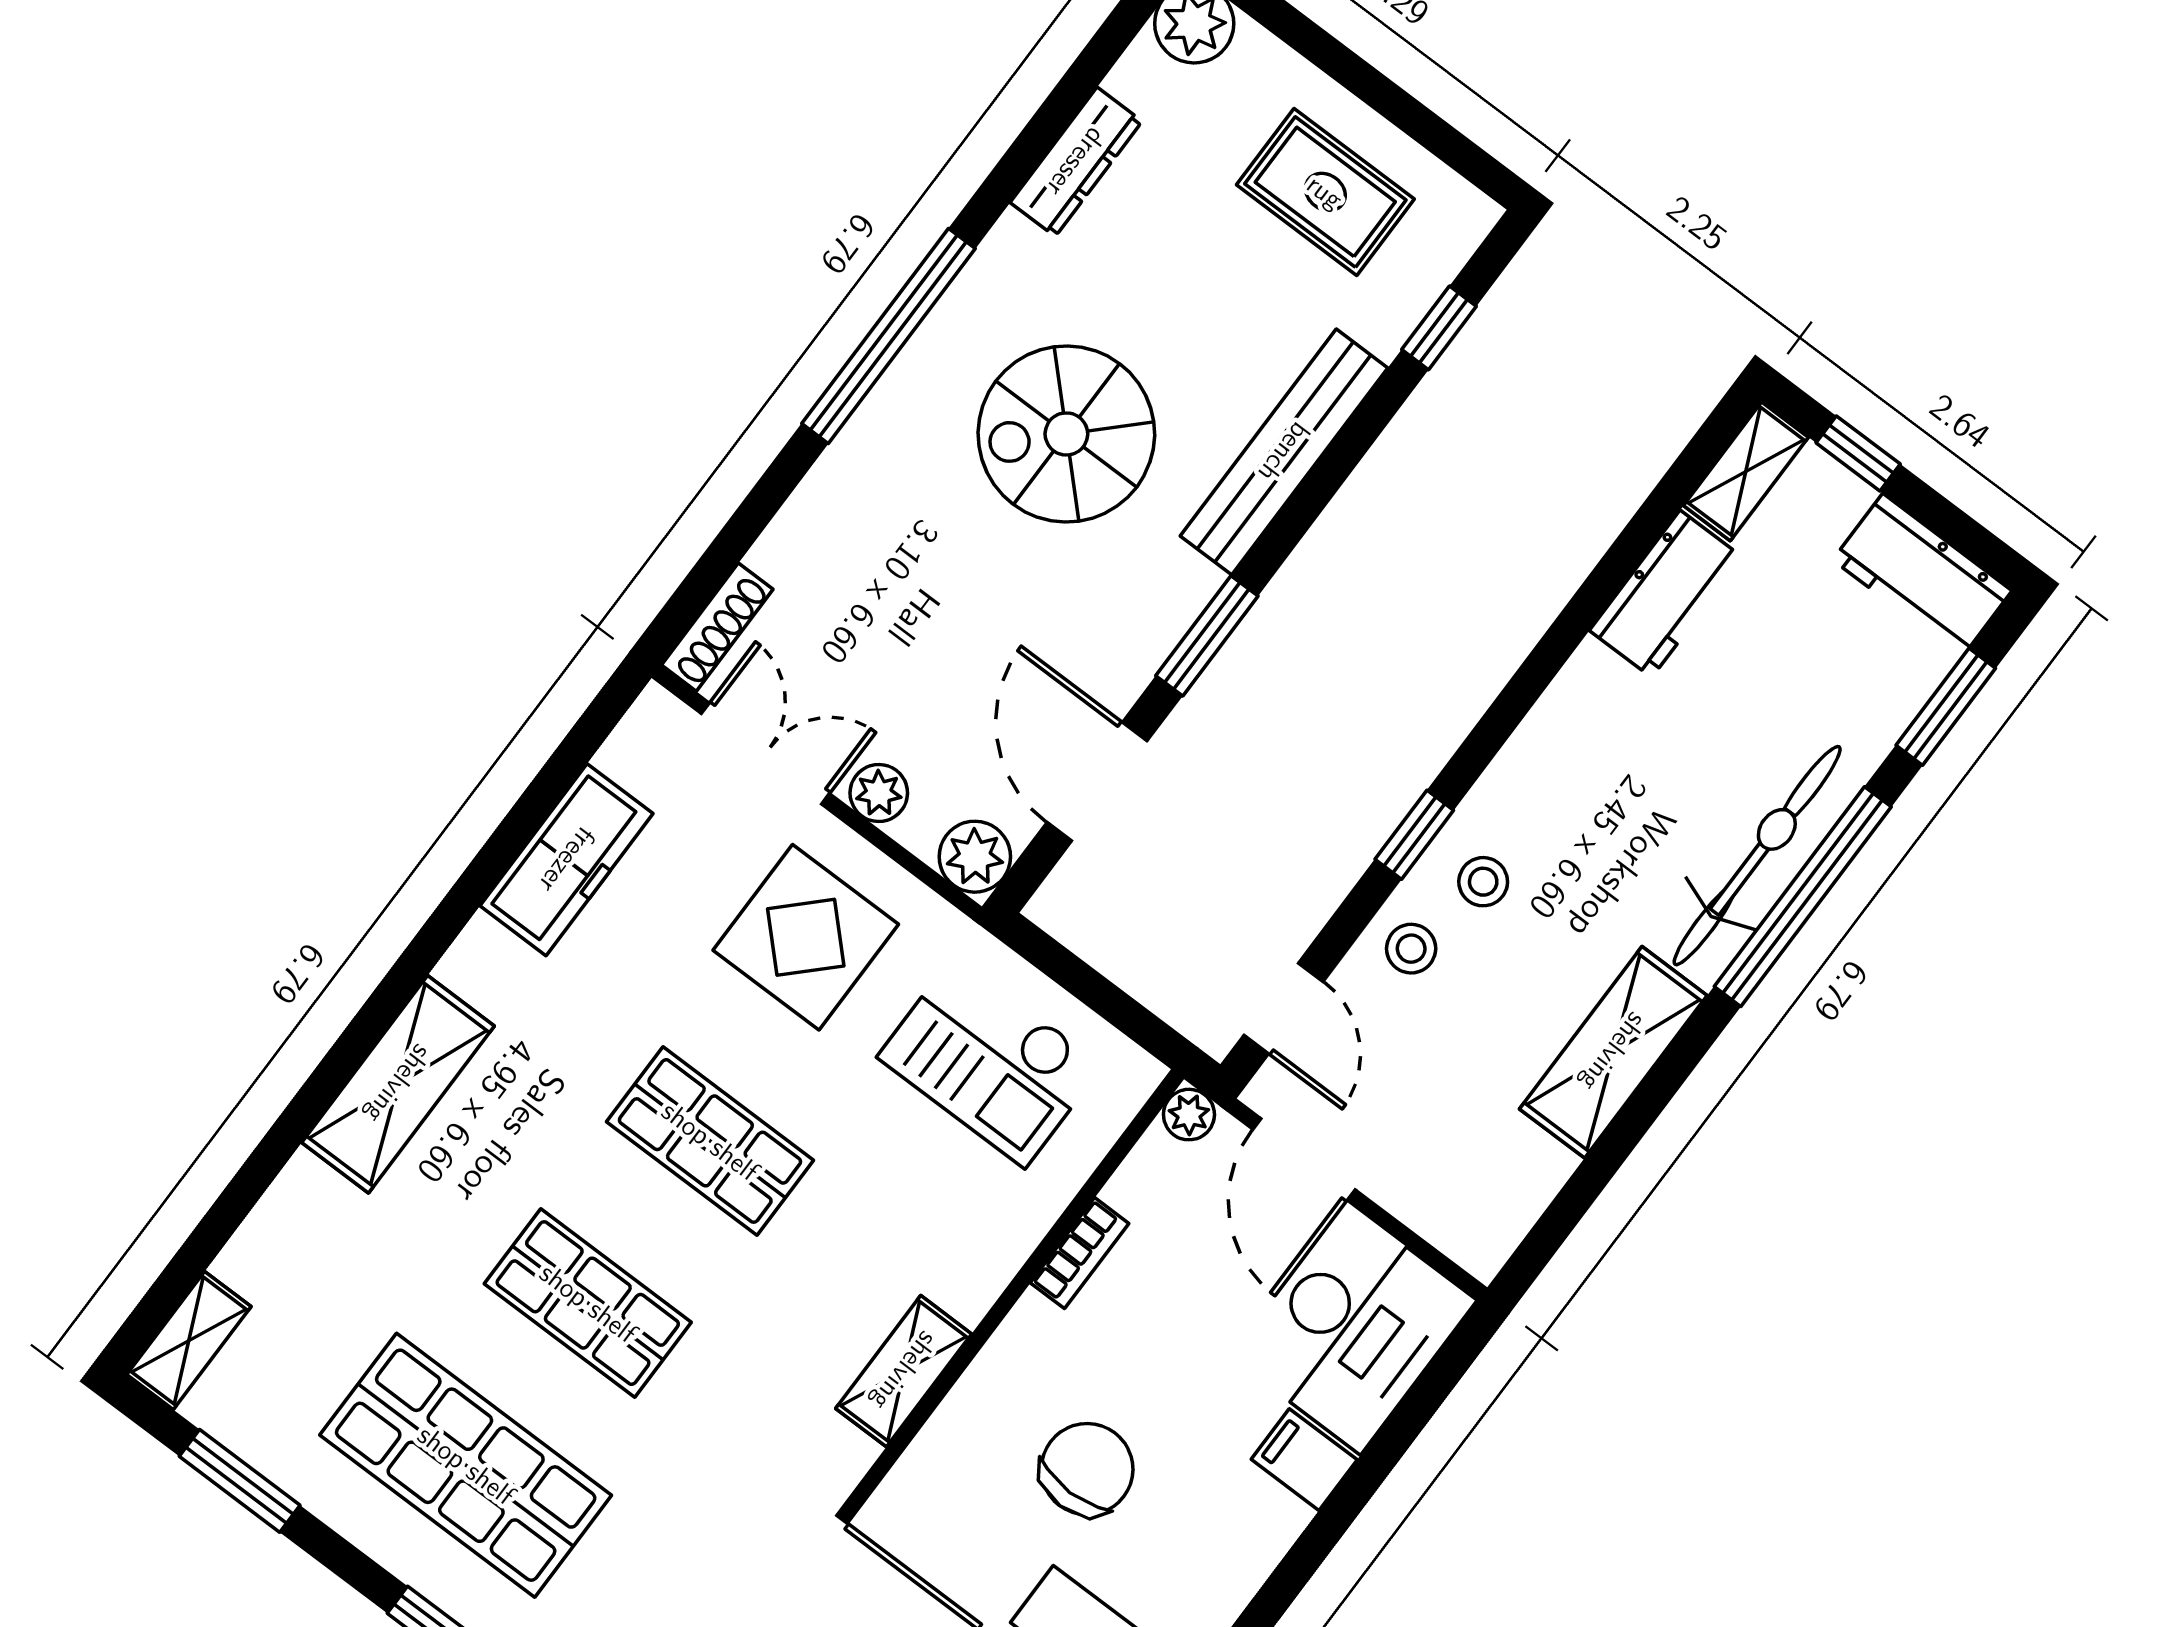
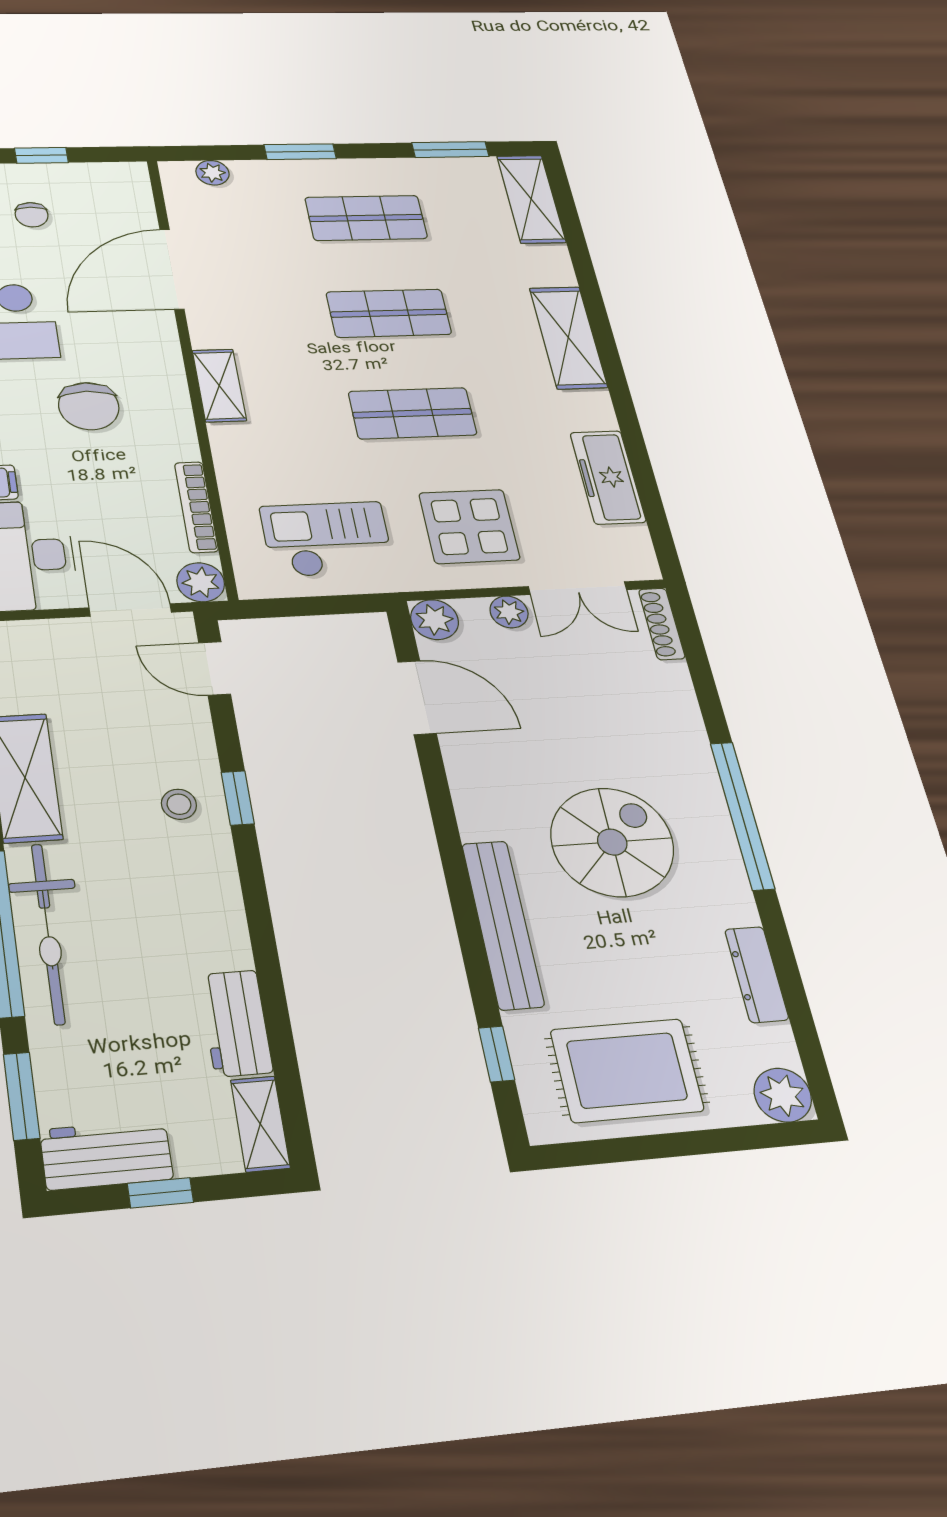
rug: (1325, 192) -> (627, 1070), width x1.36, depth x1.43
window: (1858, 453) -> (160, 1193), moved
window: (1207, 636) -> (441, 806), removed
stool: (1411, 949) -> (181, 744), removed
plant: (1189, 1115) -> (201, 582), width x1.38, depth x1.38
bookcase: (1080, 1253) -> (196, 507), width x1.56
shelving: (189, 1341) -> (531, 199), width x1.50, depth x1.33
shop shelf: (466, 1465) -> (366, 218), width x0.70, depth x0.74

